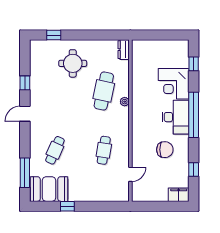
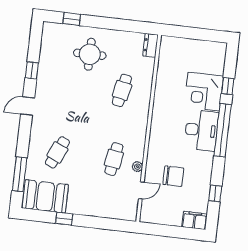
window: (194, 64) -> (228, 86), moved
cafe table: (104, 91) -> (122, 90), width x0.73, depth x0.74
plant: (125, 102) -> (137, 167), moved
chair: (165, 150) -> (173, 176), moved

